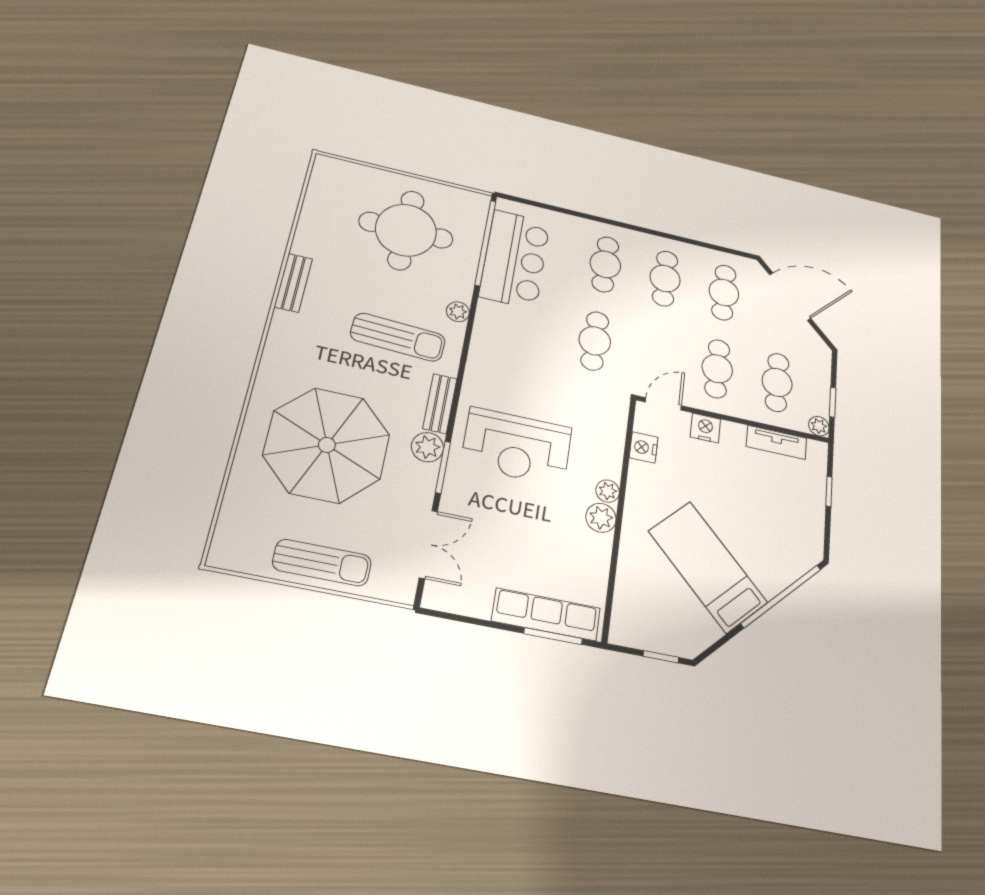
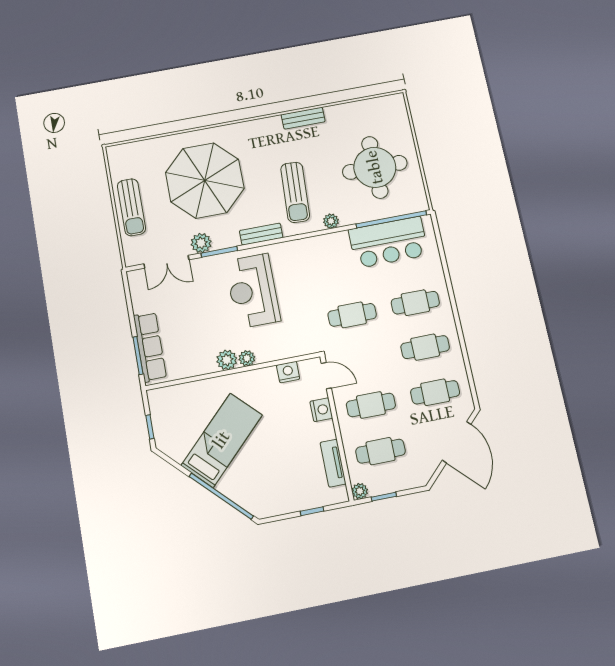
plant: (427, 447) -> (201, 243), moved

